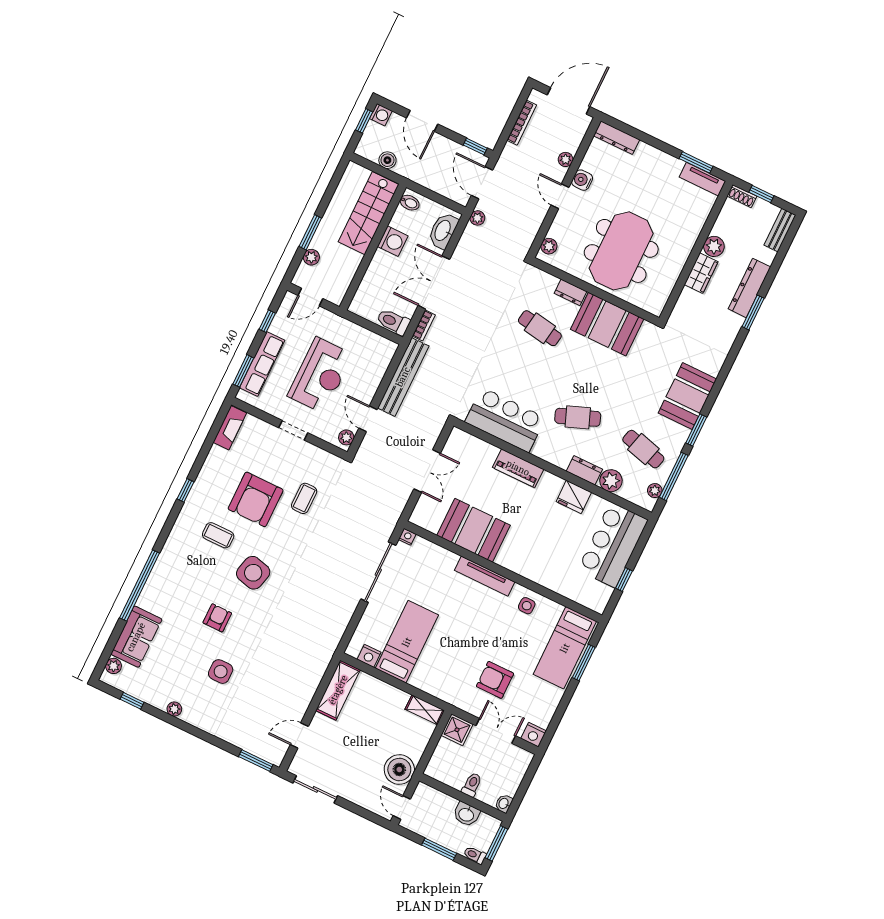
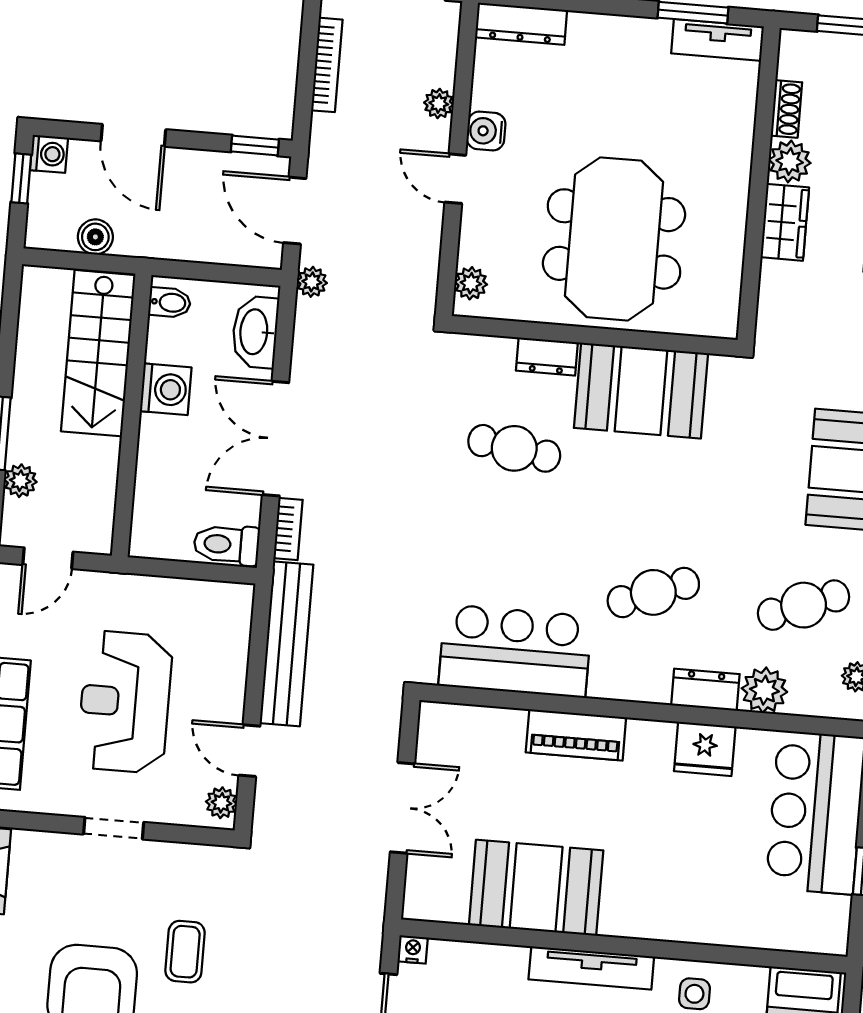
shoe rack: (742, 196) -> (786, 109), moved, turned -90
reception desk: (320, 375) -> (125, 702), turned 180
cafe table: (643, 449) -> (804, 605), turned -36

